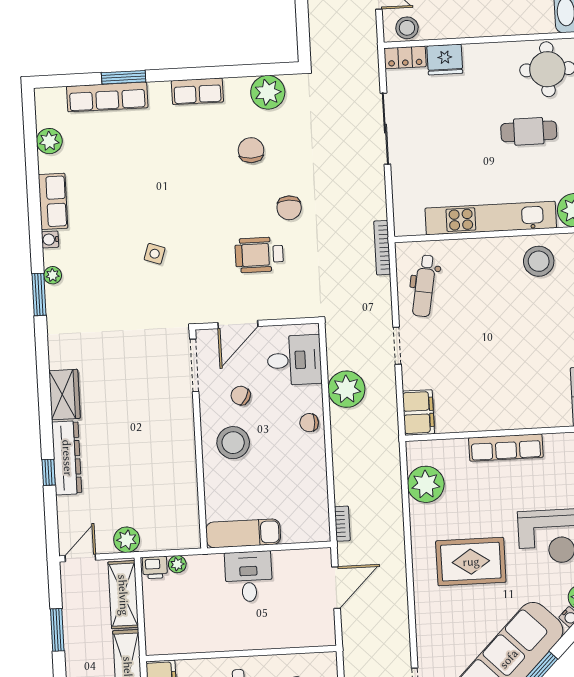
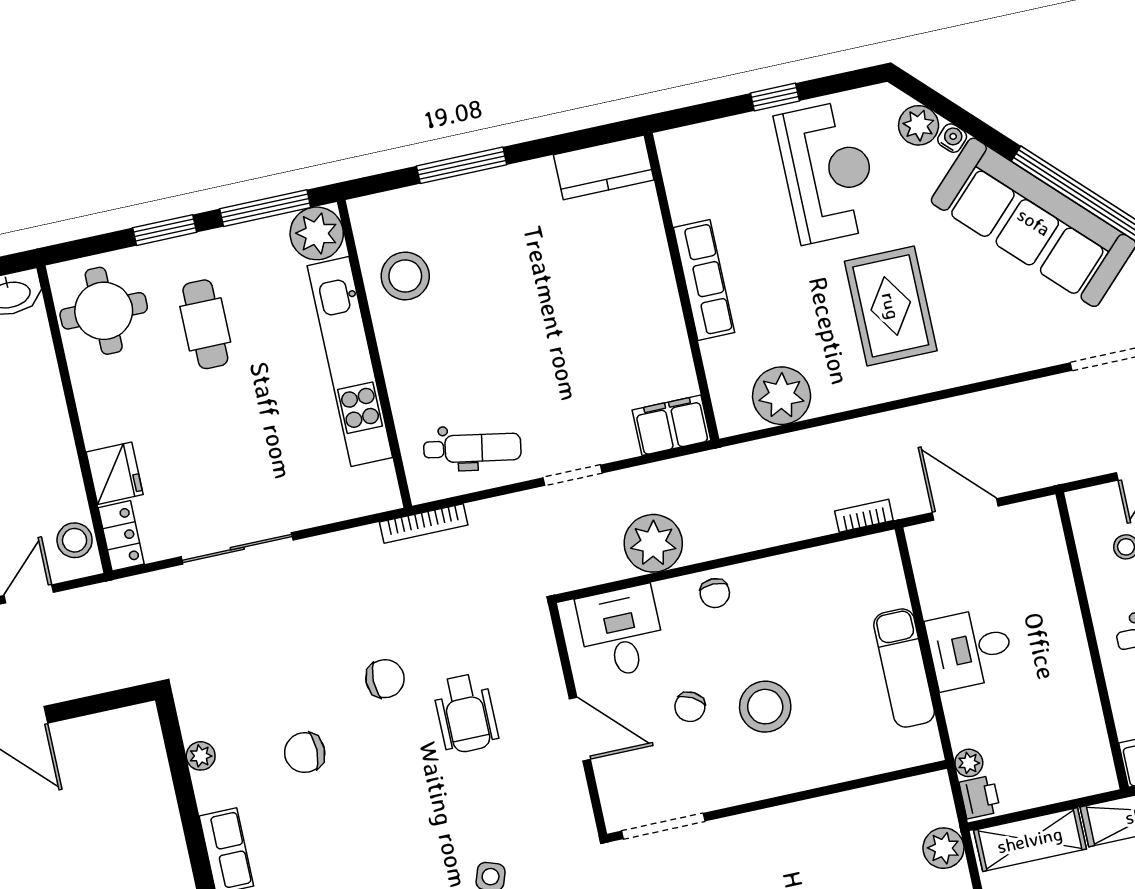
plant: (268, 92) -> (201, 756), width x0.53, depth x0.53
doorway: (194, 365) -> (663, 826), moved
wall: (198, 439) -> (777, 801), moved

